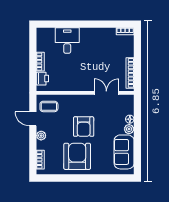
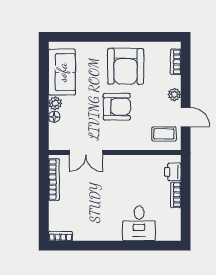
armchair: (84, 127) -> (117, 107), turned 90

